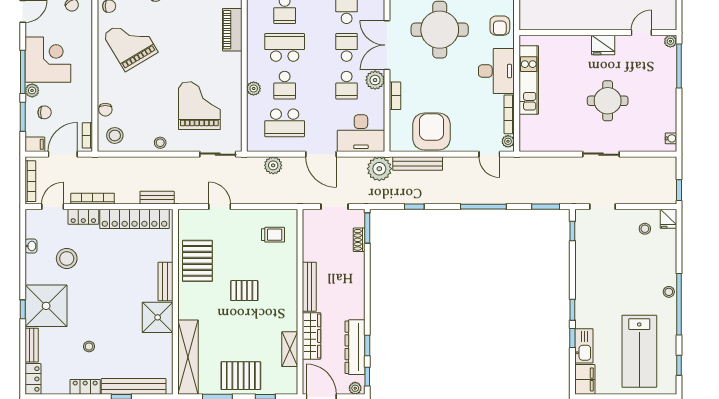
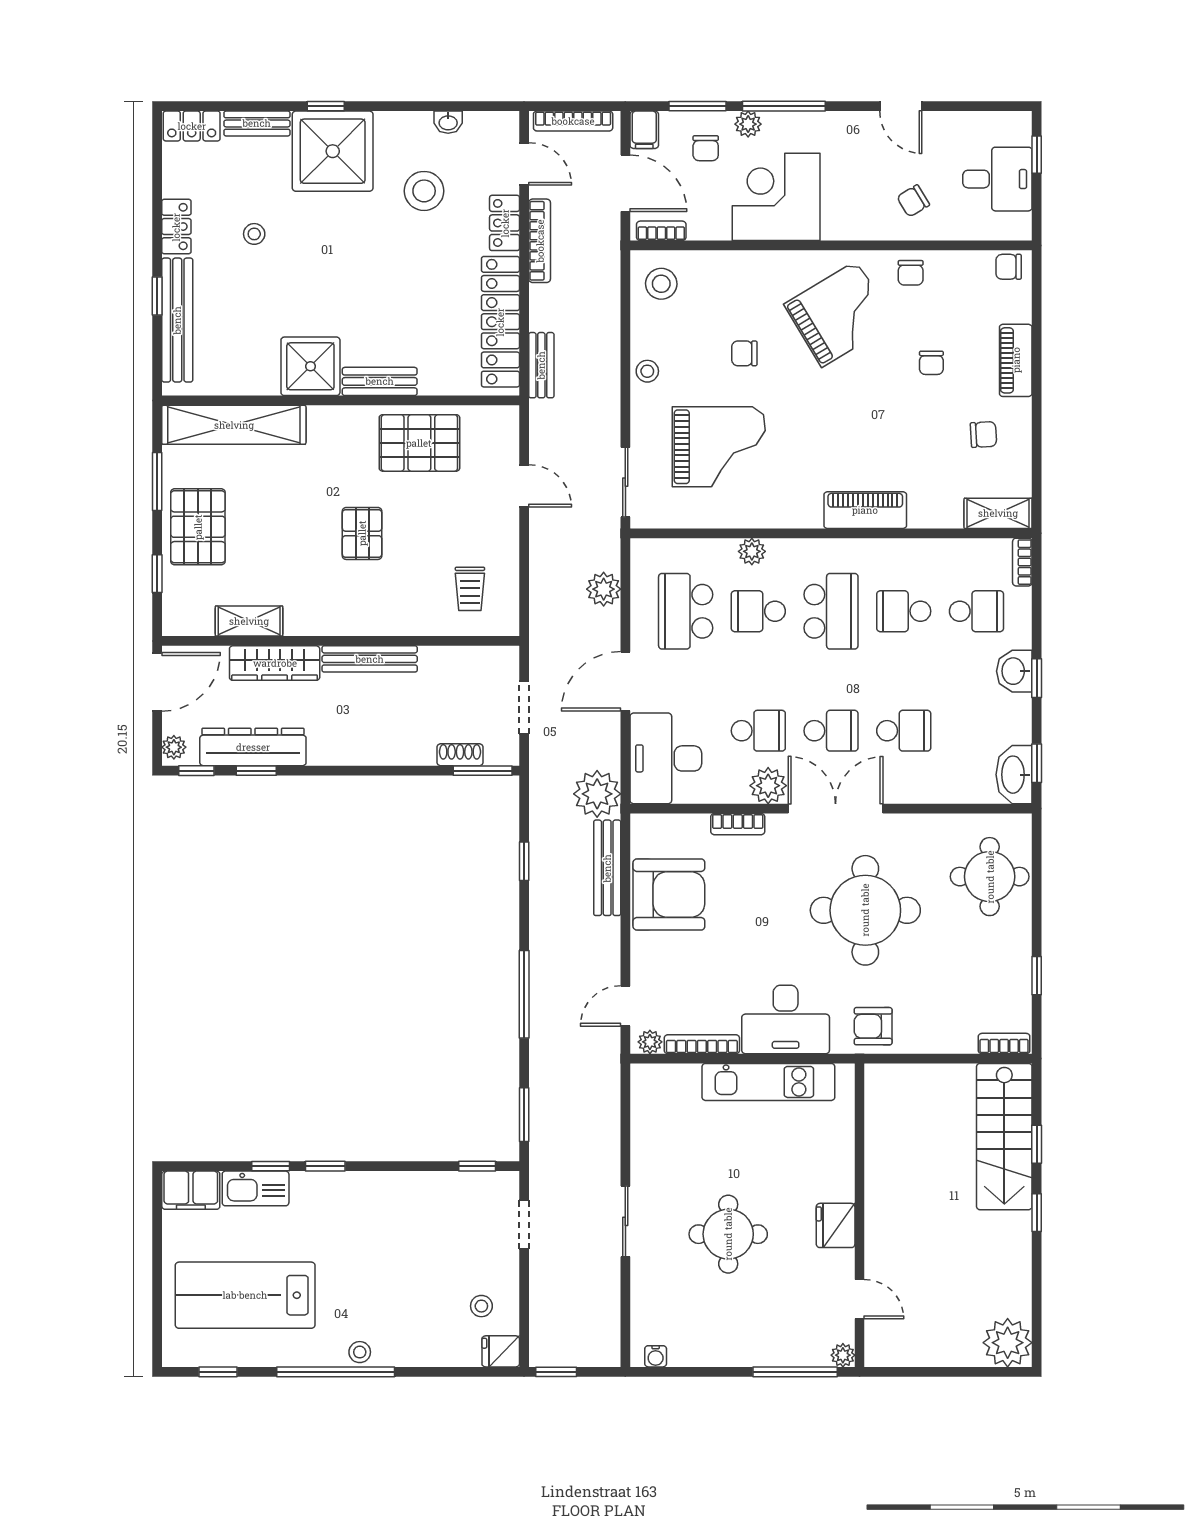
corner desk: (48, 60) -> (776, 197), moved, turned 180
school desk: (347, 85) -> (758, 731), turned 180
chair: (105, 110) -> (744, 353), moved
door: (220, 207) -> (524, 486), hinge flipped

